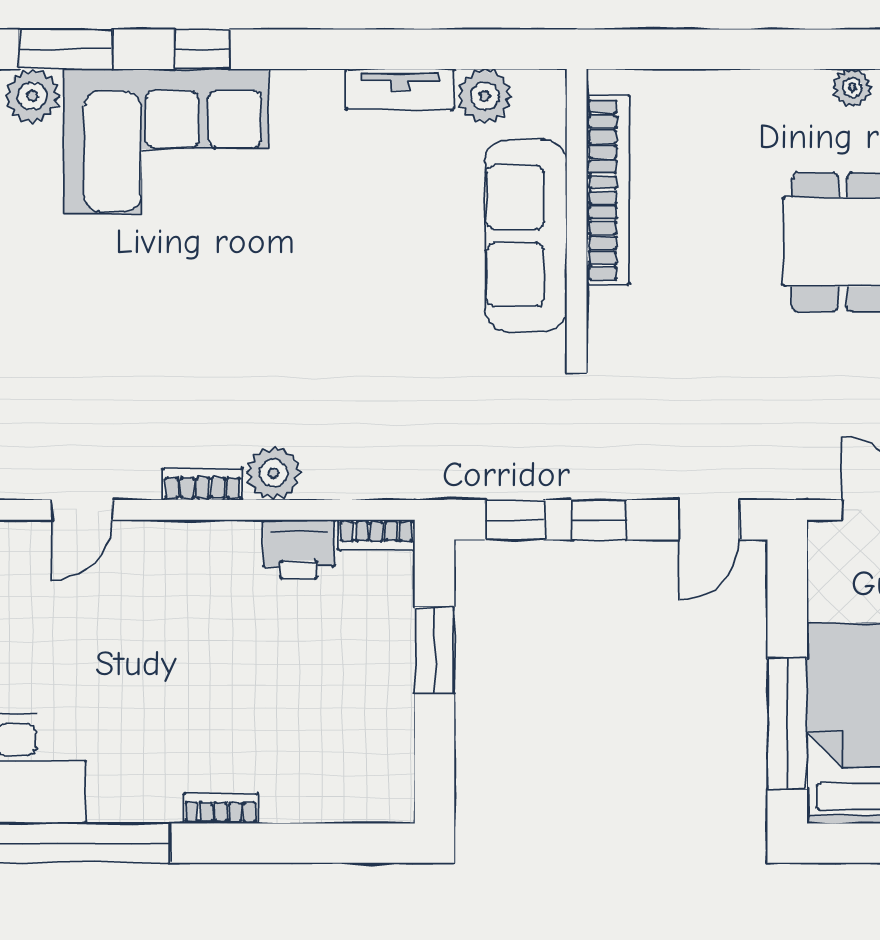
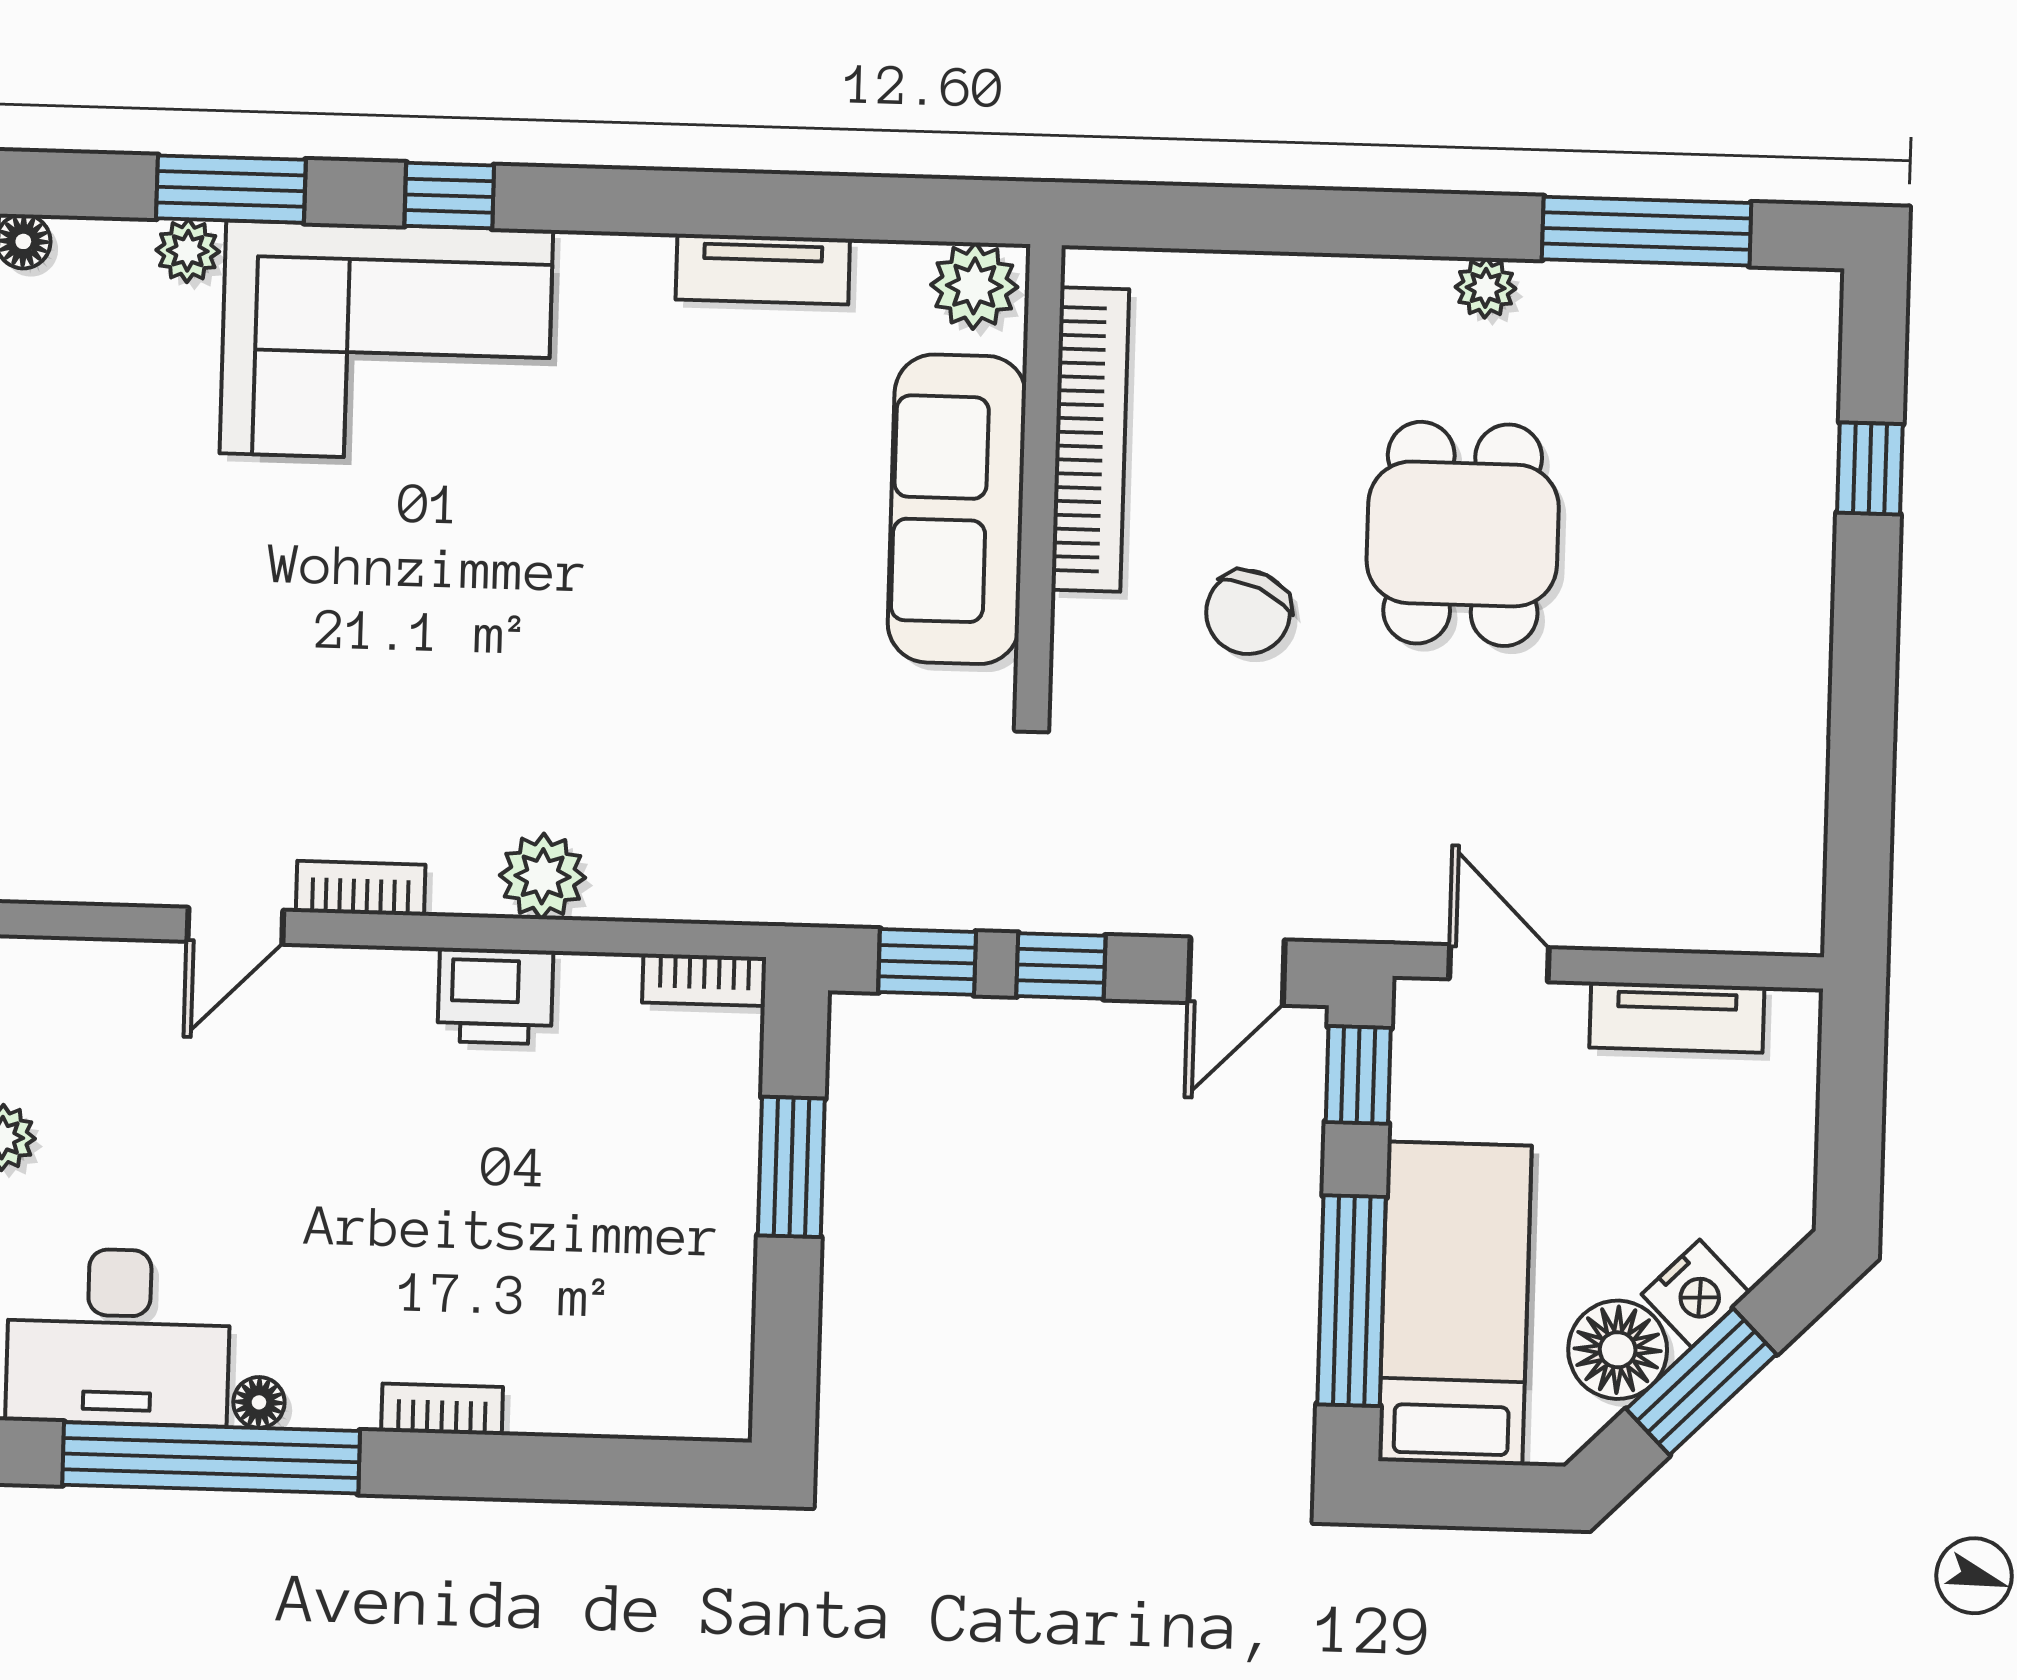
plant: (32, 96) -> (188, 251), width x0.73, depth x0.73
plant: (485, 96) -> (974, 286), moved
chair: (710, 295) -> (1248, 612), added
bookcase: (203, 484) -> (361, 888), moved
printer: (299, 549) -> (495, 996), moved
window: (787, 582) -> (1358, 1075), added
floor lamp: (106, 808) -> (259, 1402), added

